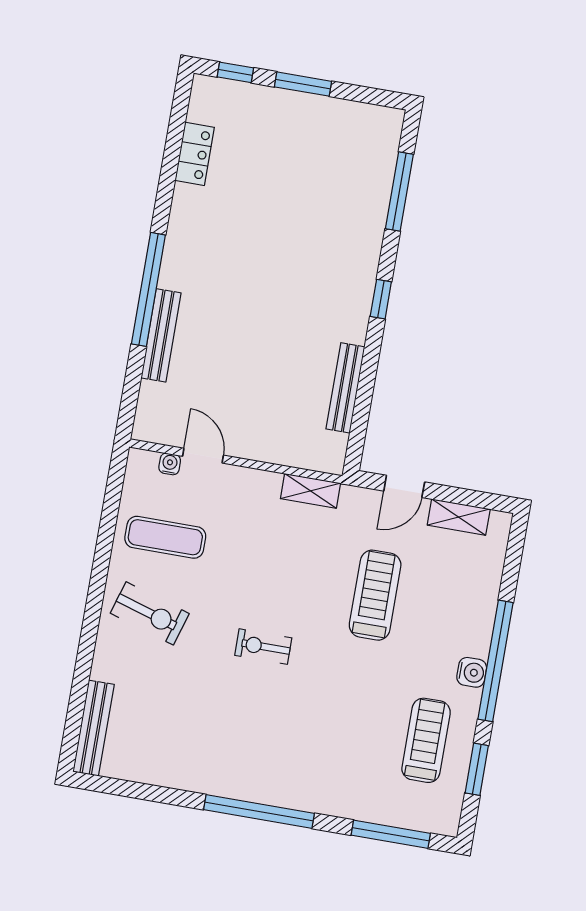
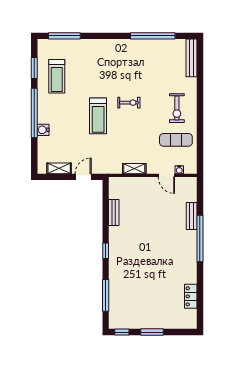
window: (235, 72) -> (122, 332), moved
bench: (161, 335) -> (192, 216), width x0.73
bench: (345, 388) -> (114, 213), width x0.73
shelving: (310, 491) -> (134, 169), moved
treadmill: (375, 595) -> (98, 116), moved
exercise bike: (150, 613) -> (177, 108), turned -107
water cooler: (472, 672) -> (43, 130), moved
window: (259, 811) -> (153, 36), moved

